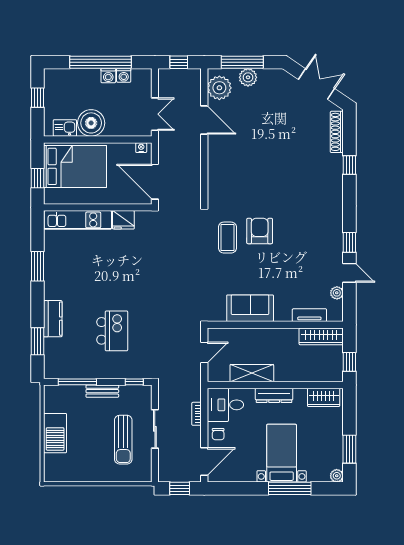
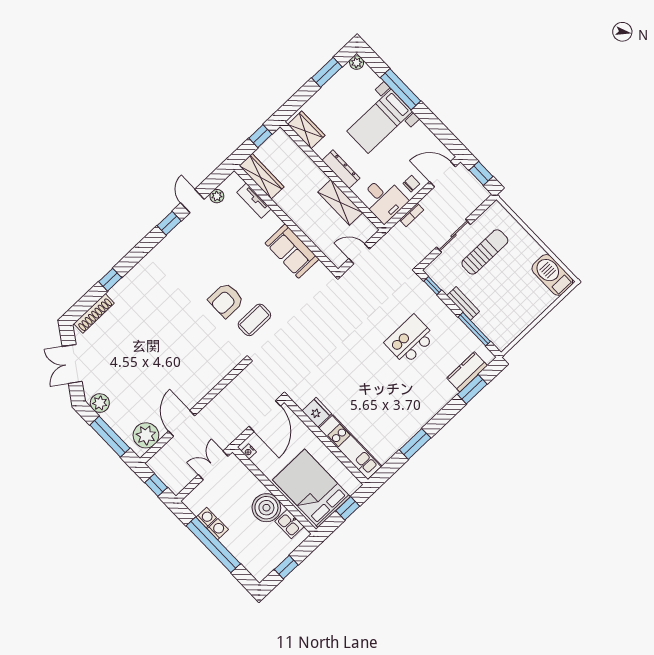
plant: (248, 77) -> (100, 403), moved
kitchen counter: (53, 319) -> (467, 372), moved
barbecue: (55, 433) -> (552, 275), moved, turned -90

